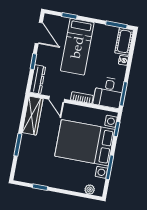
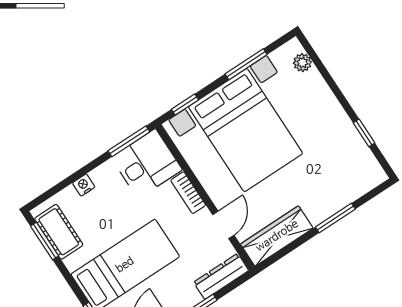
cot: (124, 41) -> (59, 232), moved, turned 90

